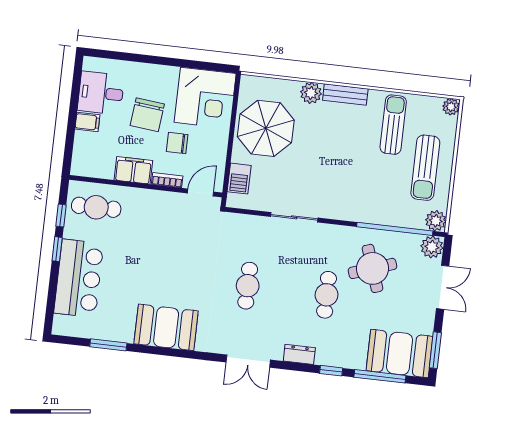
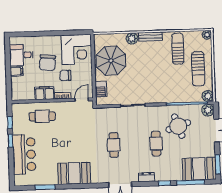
cafe table: (96, 207) -> (42, 116), moved

